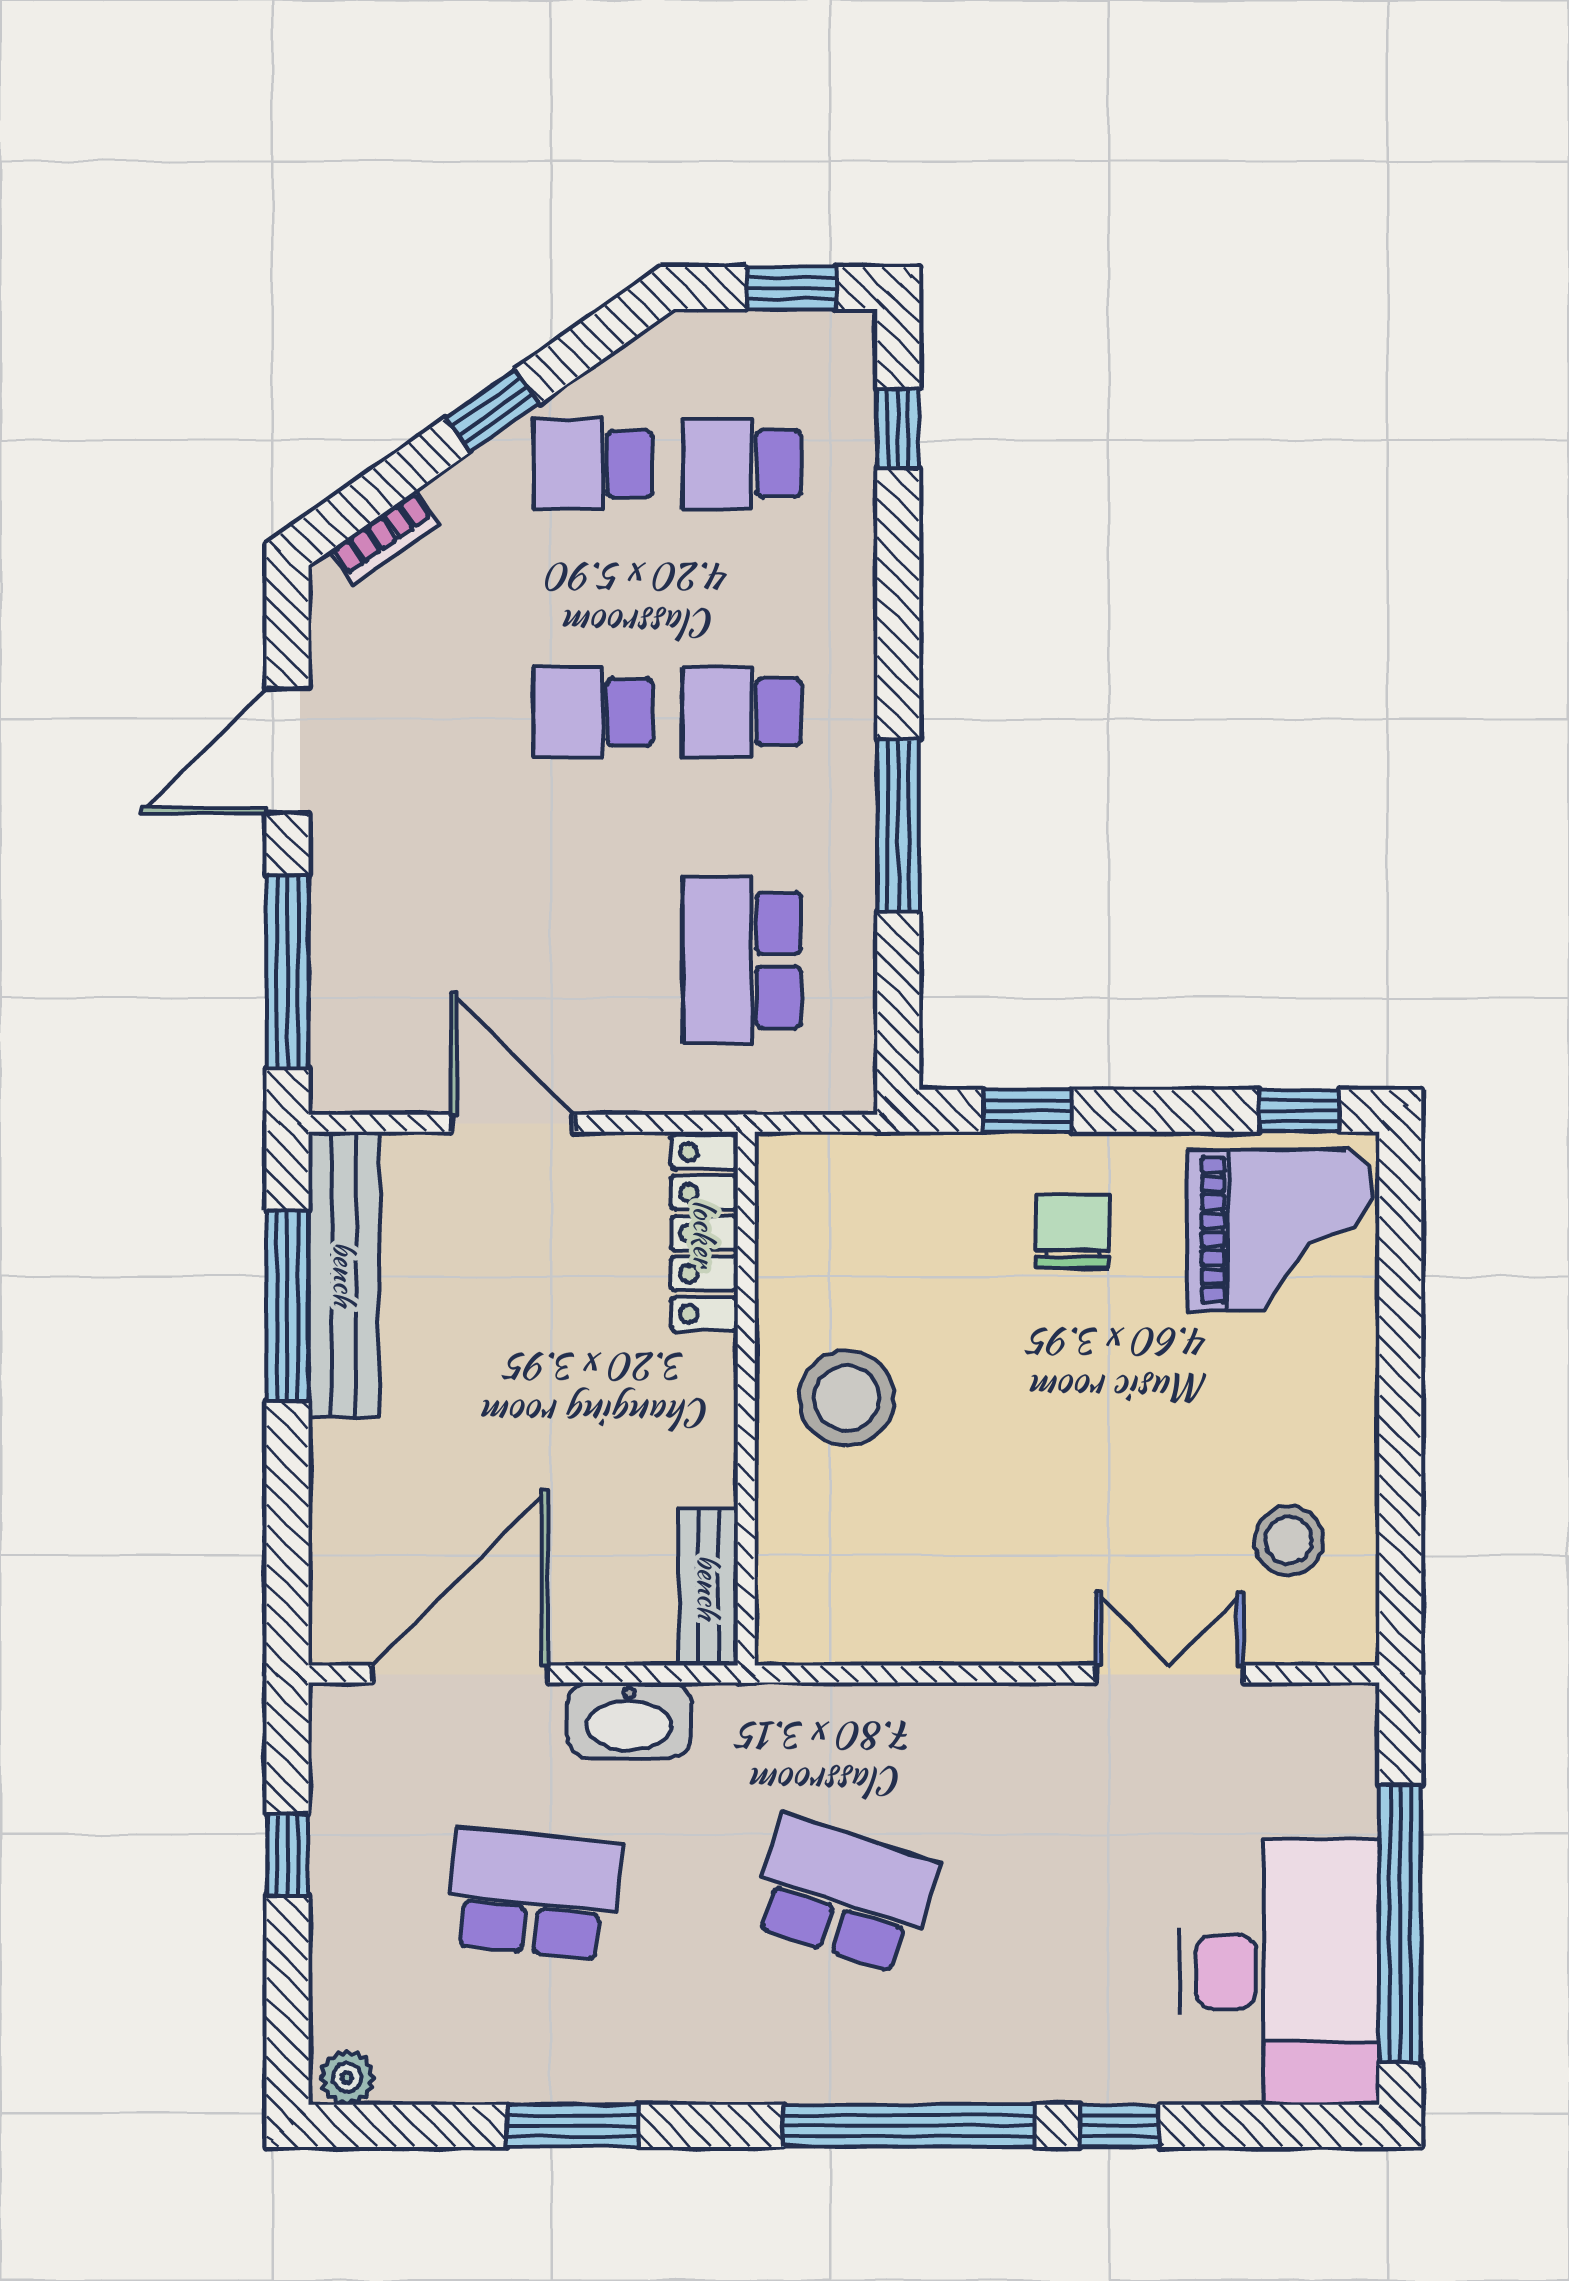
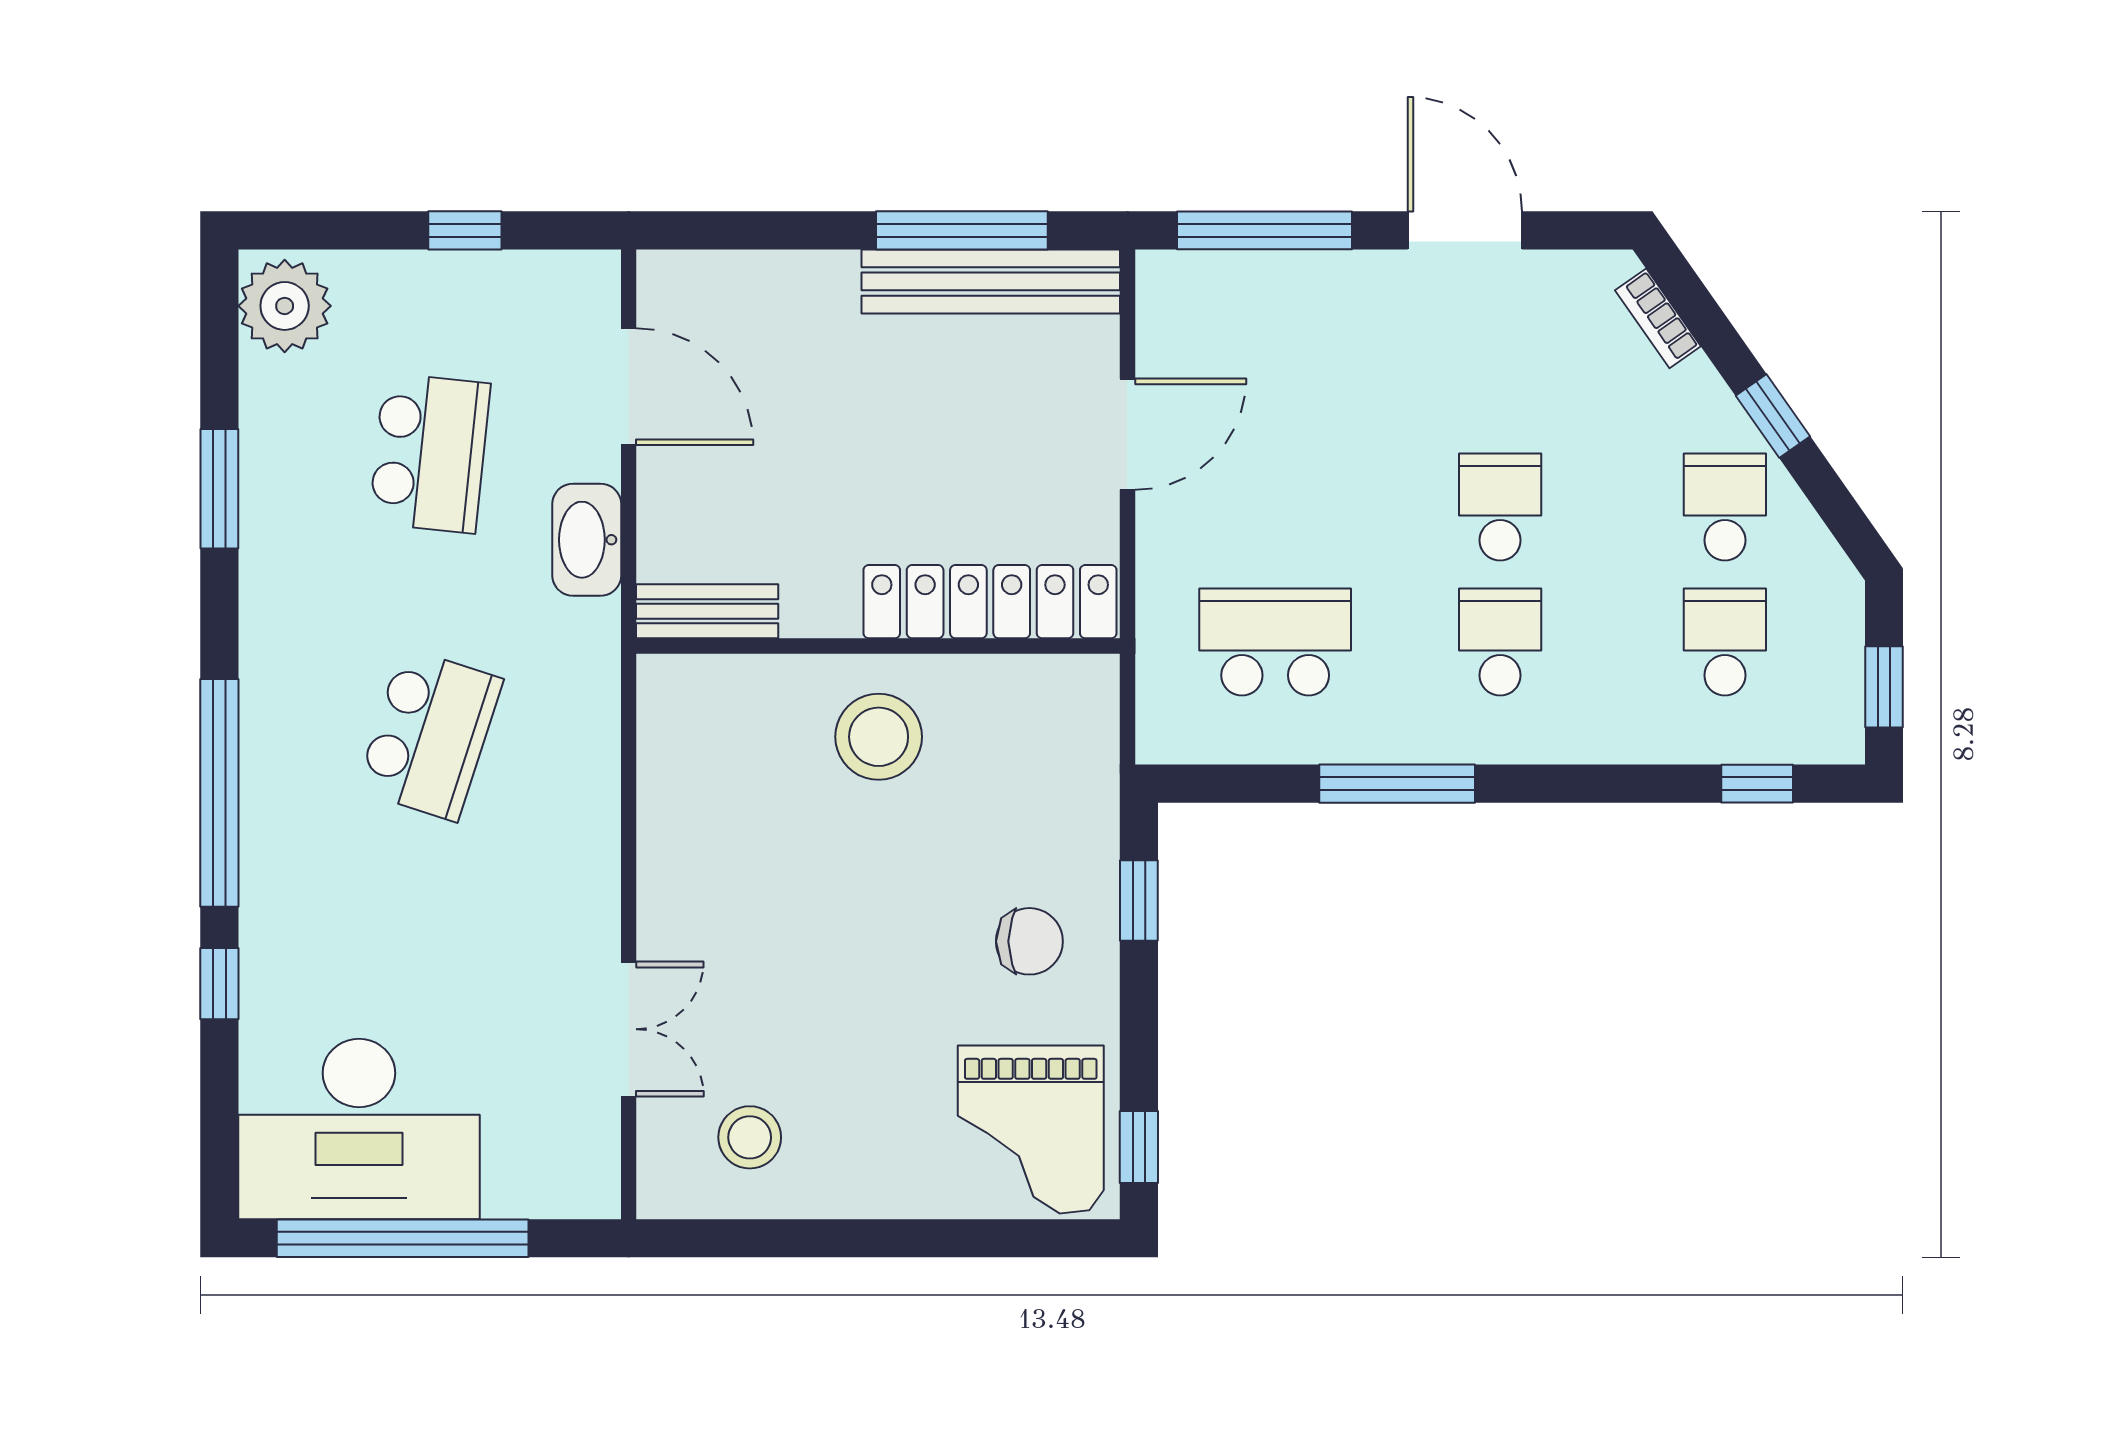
locker: (704, 1233) -> (990, 602), width x1.41, depth x1.21
door: (460, 1674) -> (629, 387), width x0.73
plant: (347, 2078) -> (285, 306), width x1.88, depth x1.88

